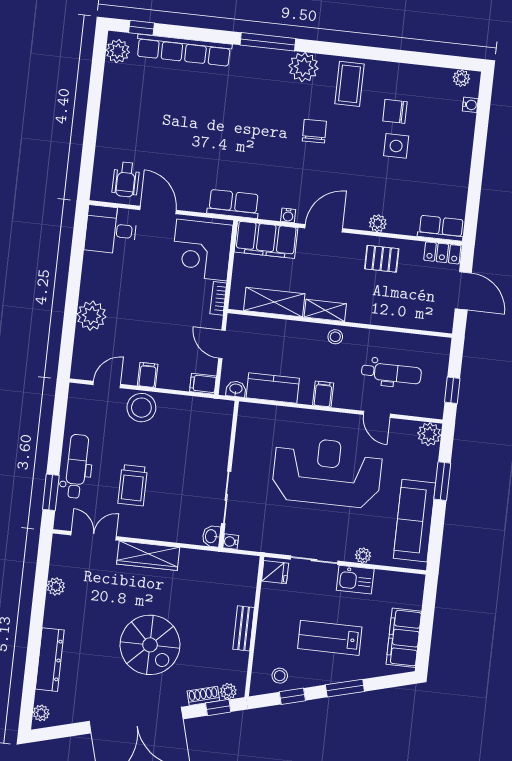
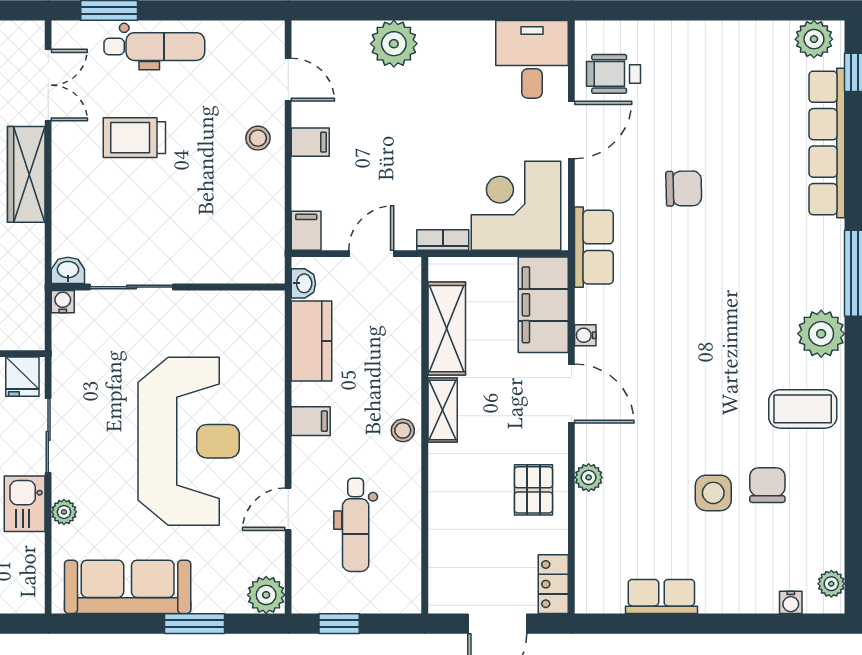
chair: (314, 131) -> (684, 188), moved
row of seats: (441, 228) -> (661, 596), moved, turned -90
stool: (141, 408) -> (258, 138), width x0.53, depth x0.53

